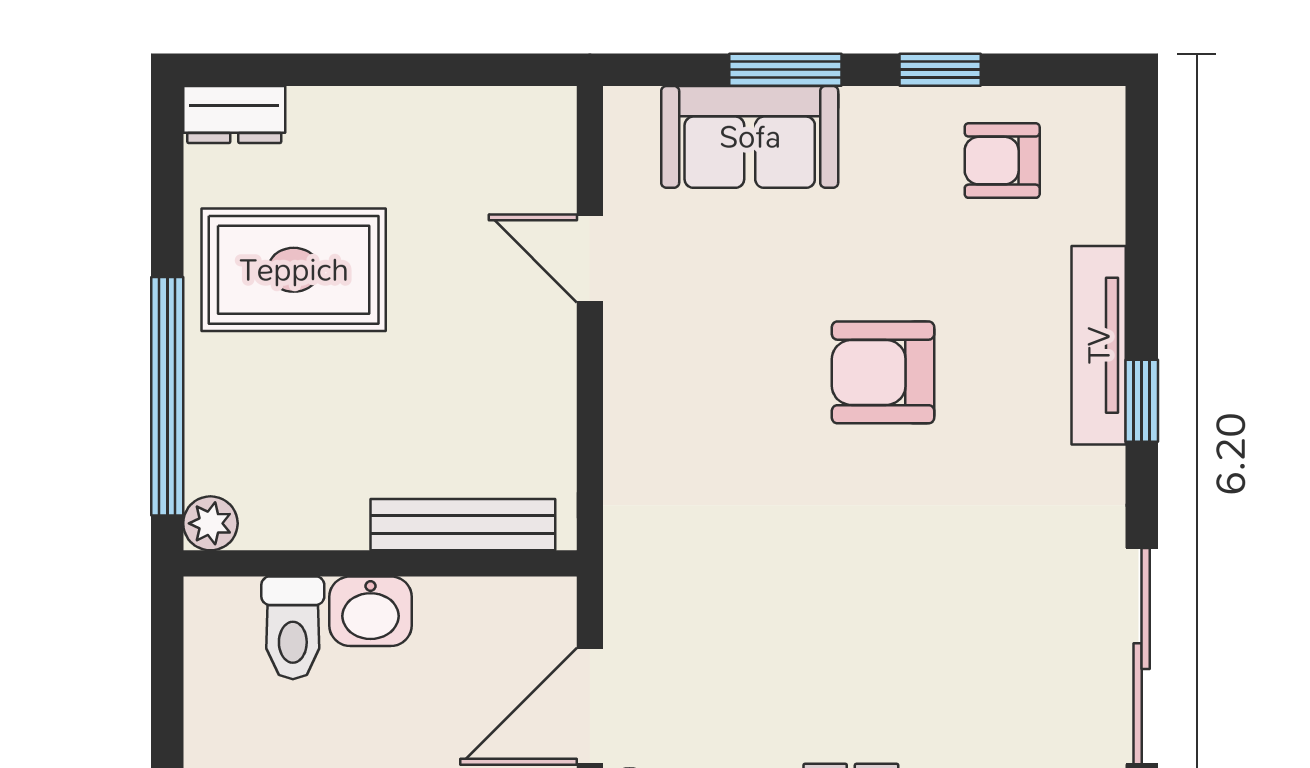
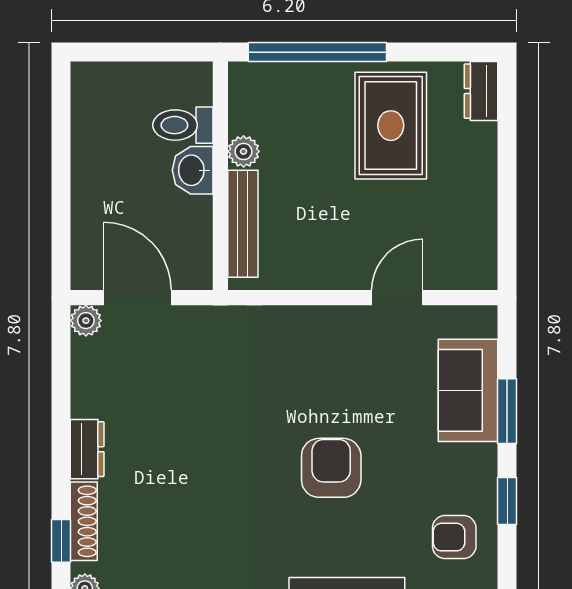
armchair: (1002, 161) -> (454, 537), turned -90
plant: (210, 523) -> (244, 151), moved

